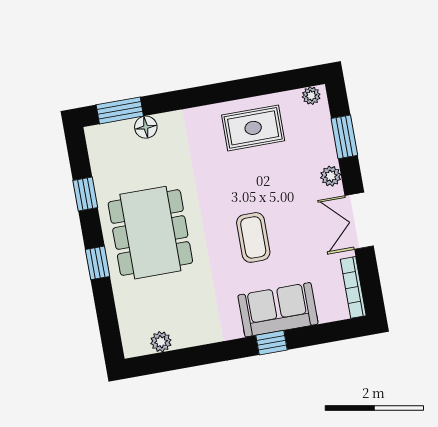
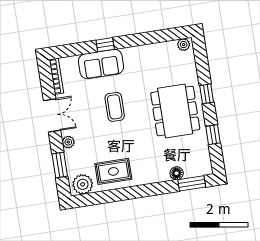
plant: (311, 96) -> (83, 184), width x1.88, depth x1.88
plant: (161, 342) -> (184, 45), moved

